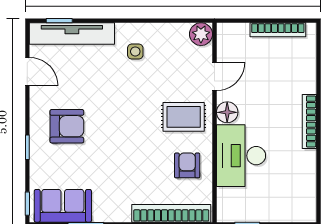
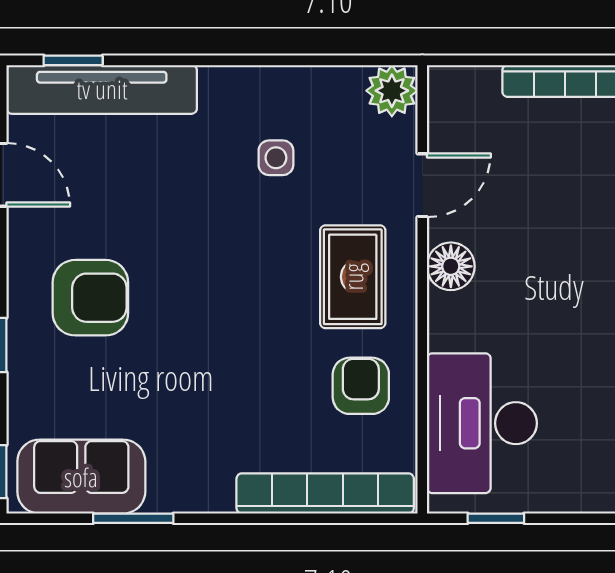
side table: (135, 51) -> (276, 158), moved
rug: (184, 117) -> (353, 277), turned 90
desk: (241, 156) -> (482, 423), moved

